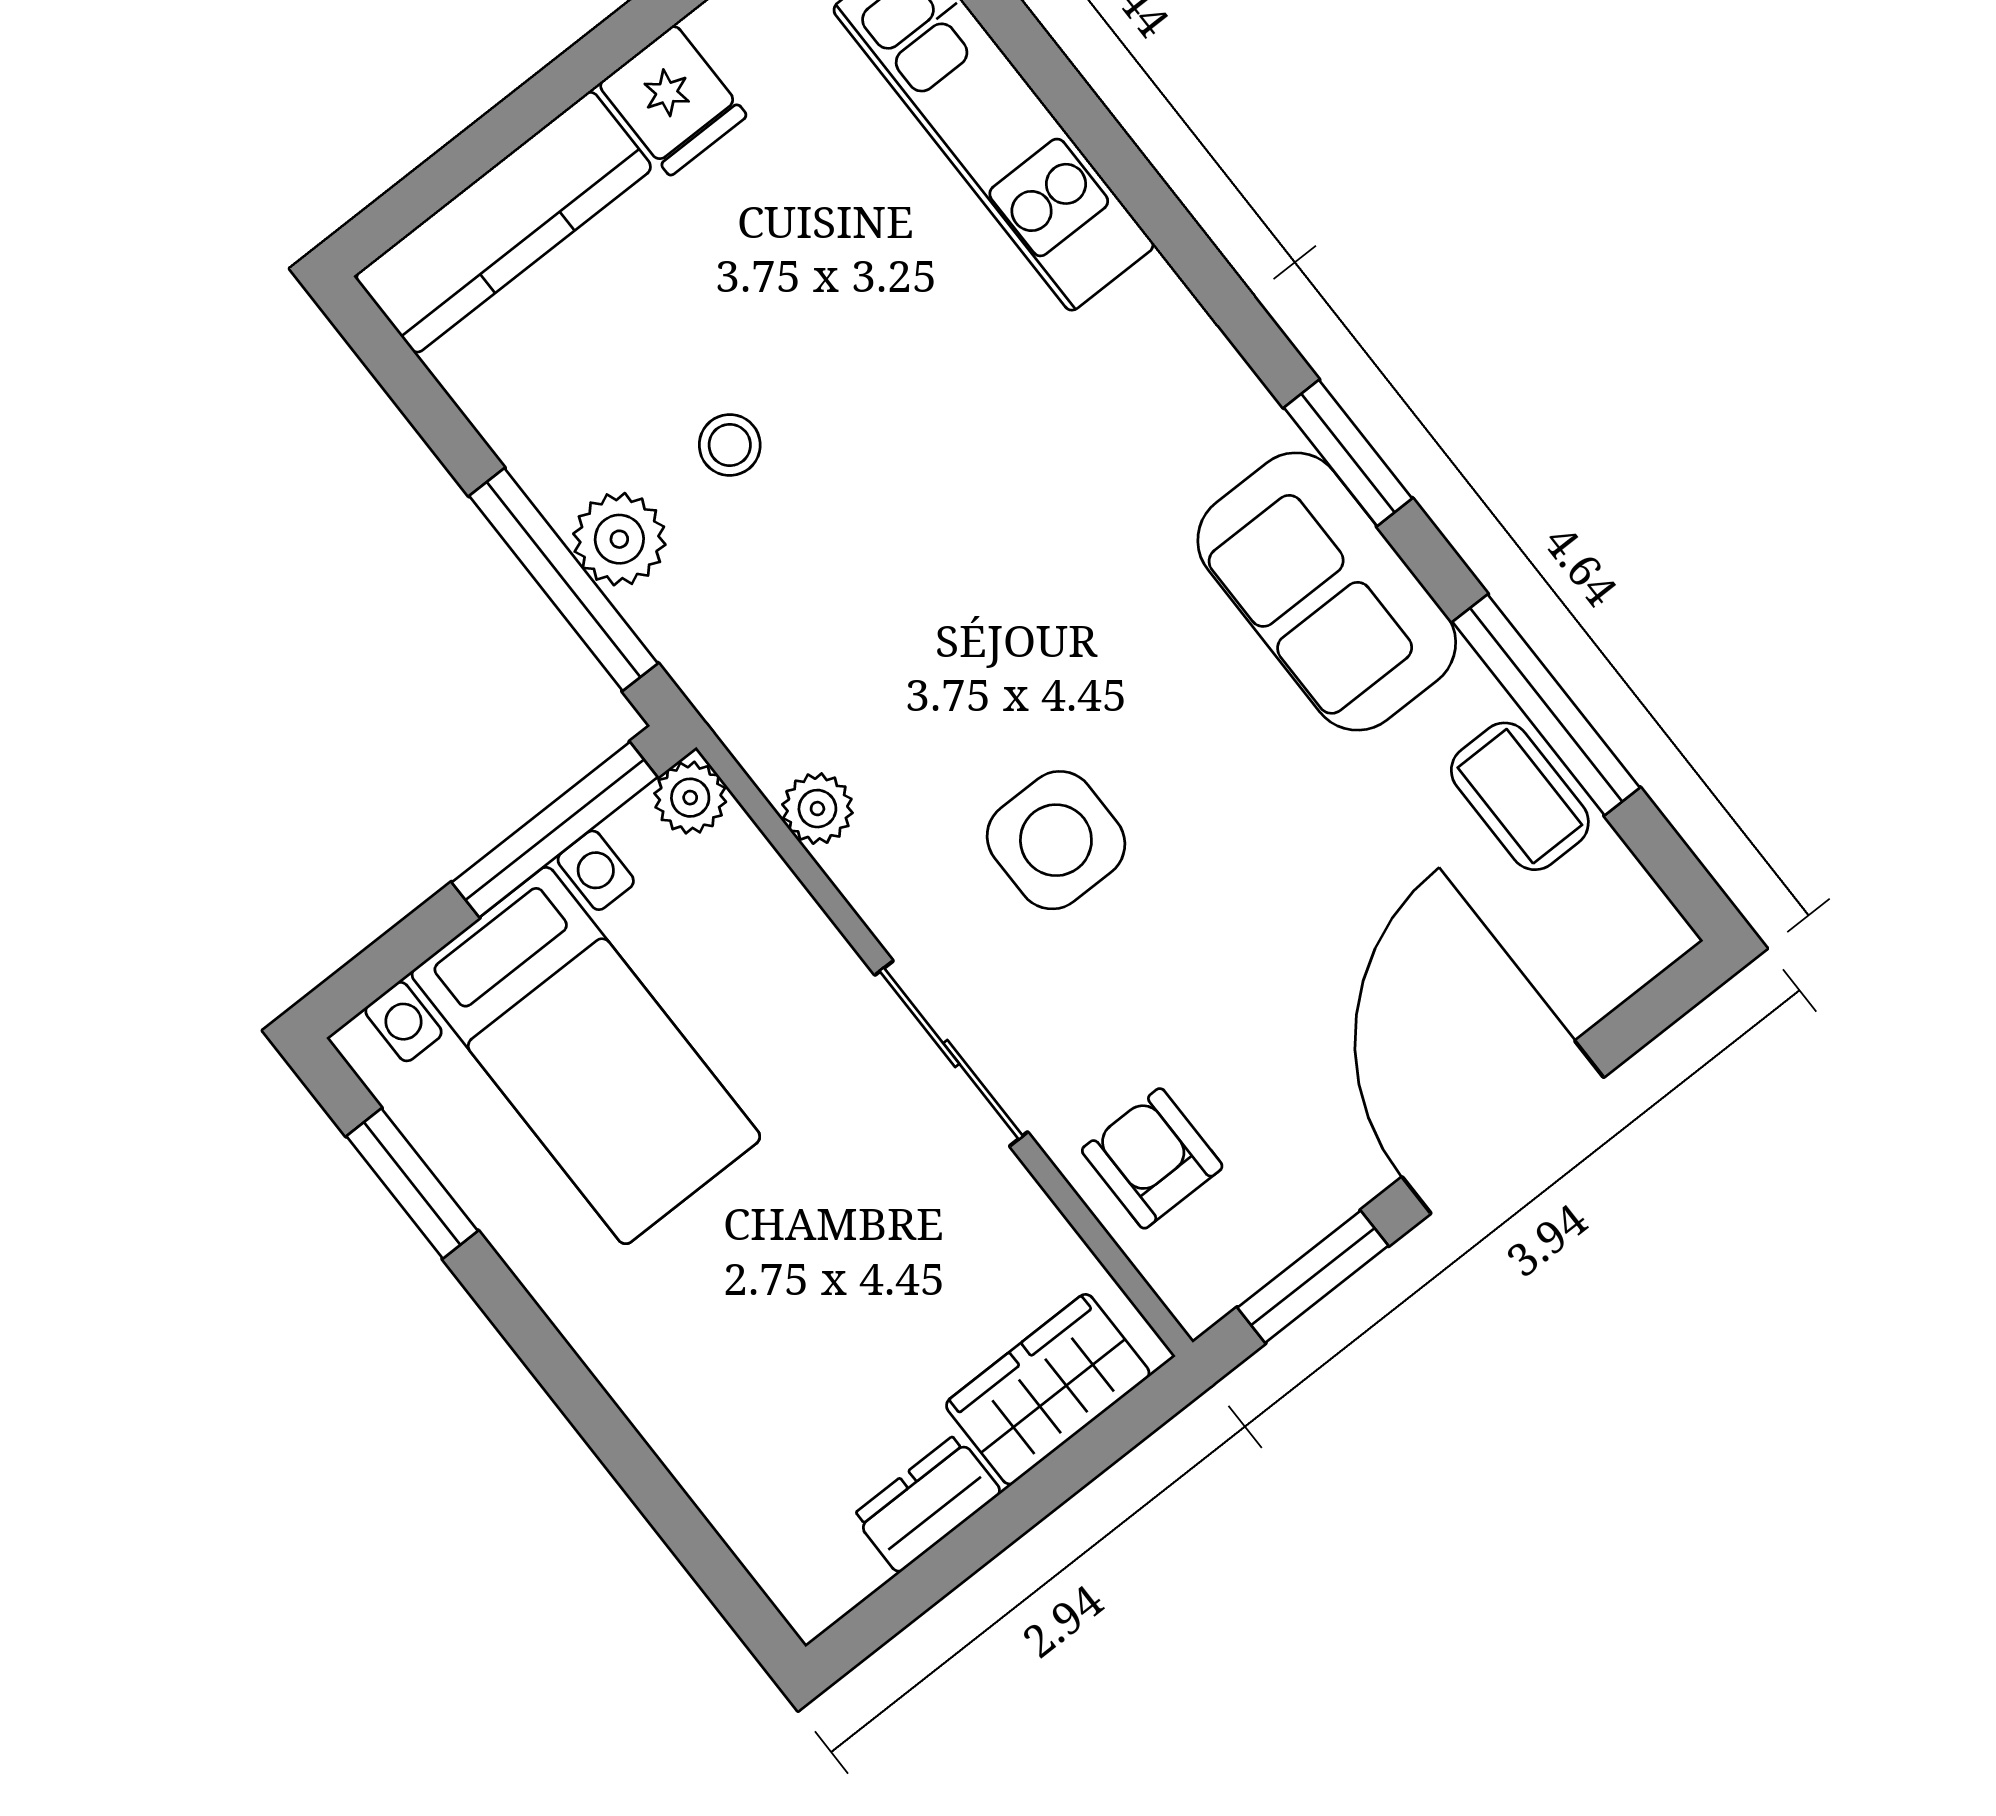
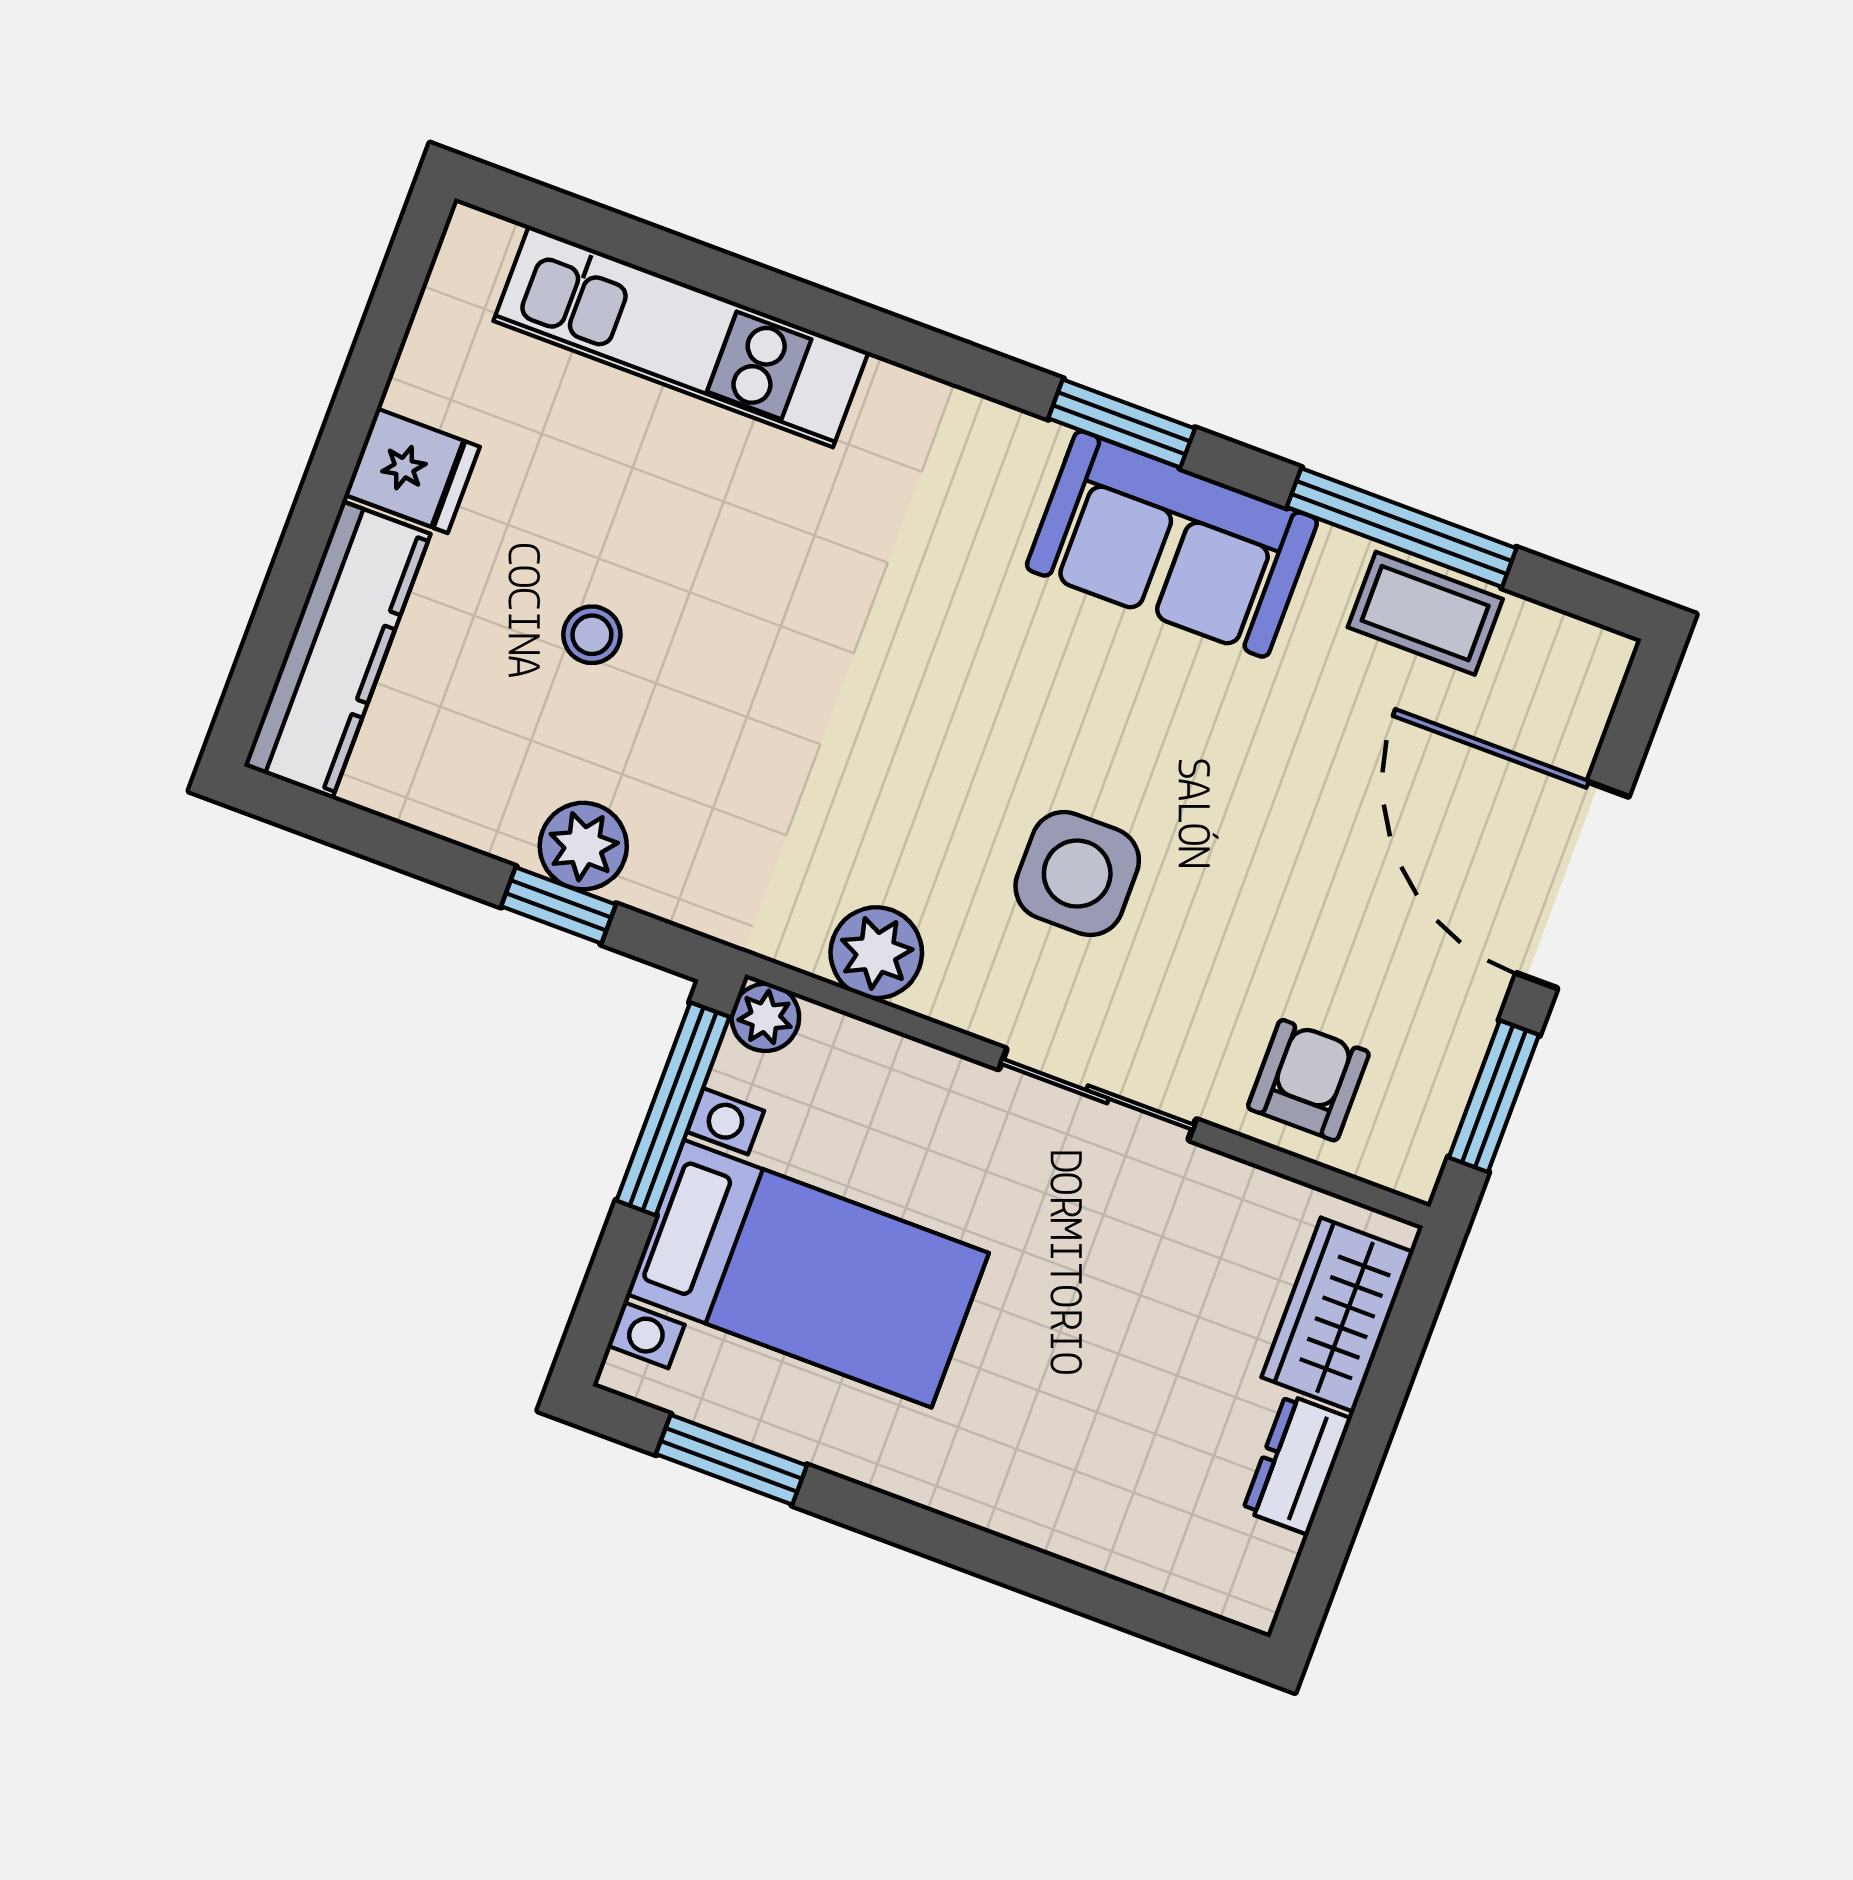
stool: (730, 445) -> (592, 635), moved
window: (564, 580) -> (559, 905), width x0.46
plant: (817, 809) -> (876, 953), width x1.38, depth x1.38
armchair: (1152, 1158) -> (1308, 1080), turned 90

